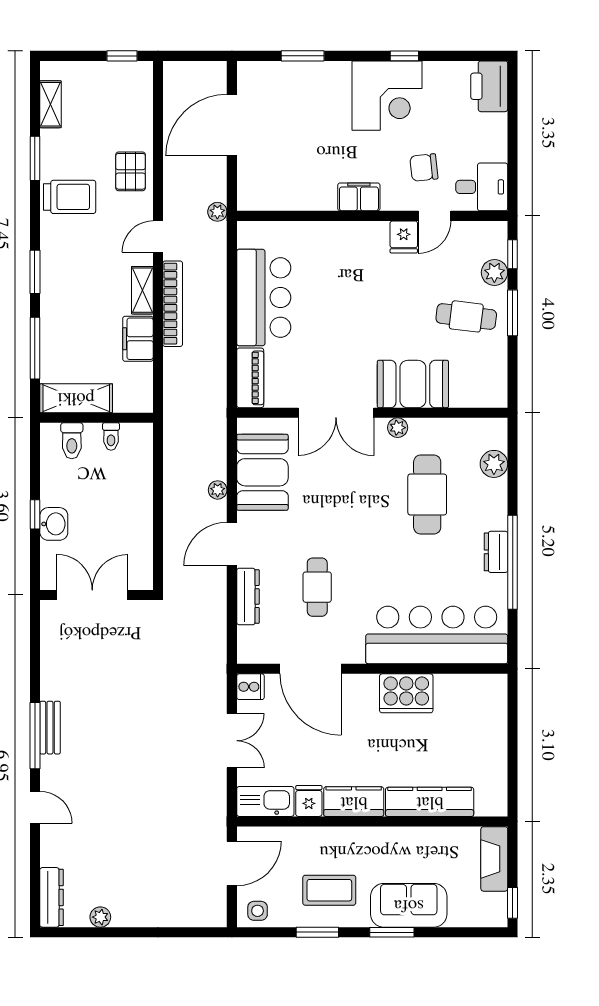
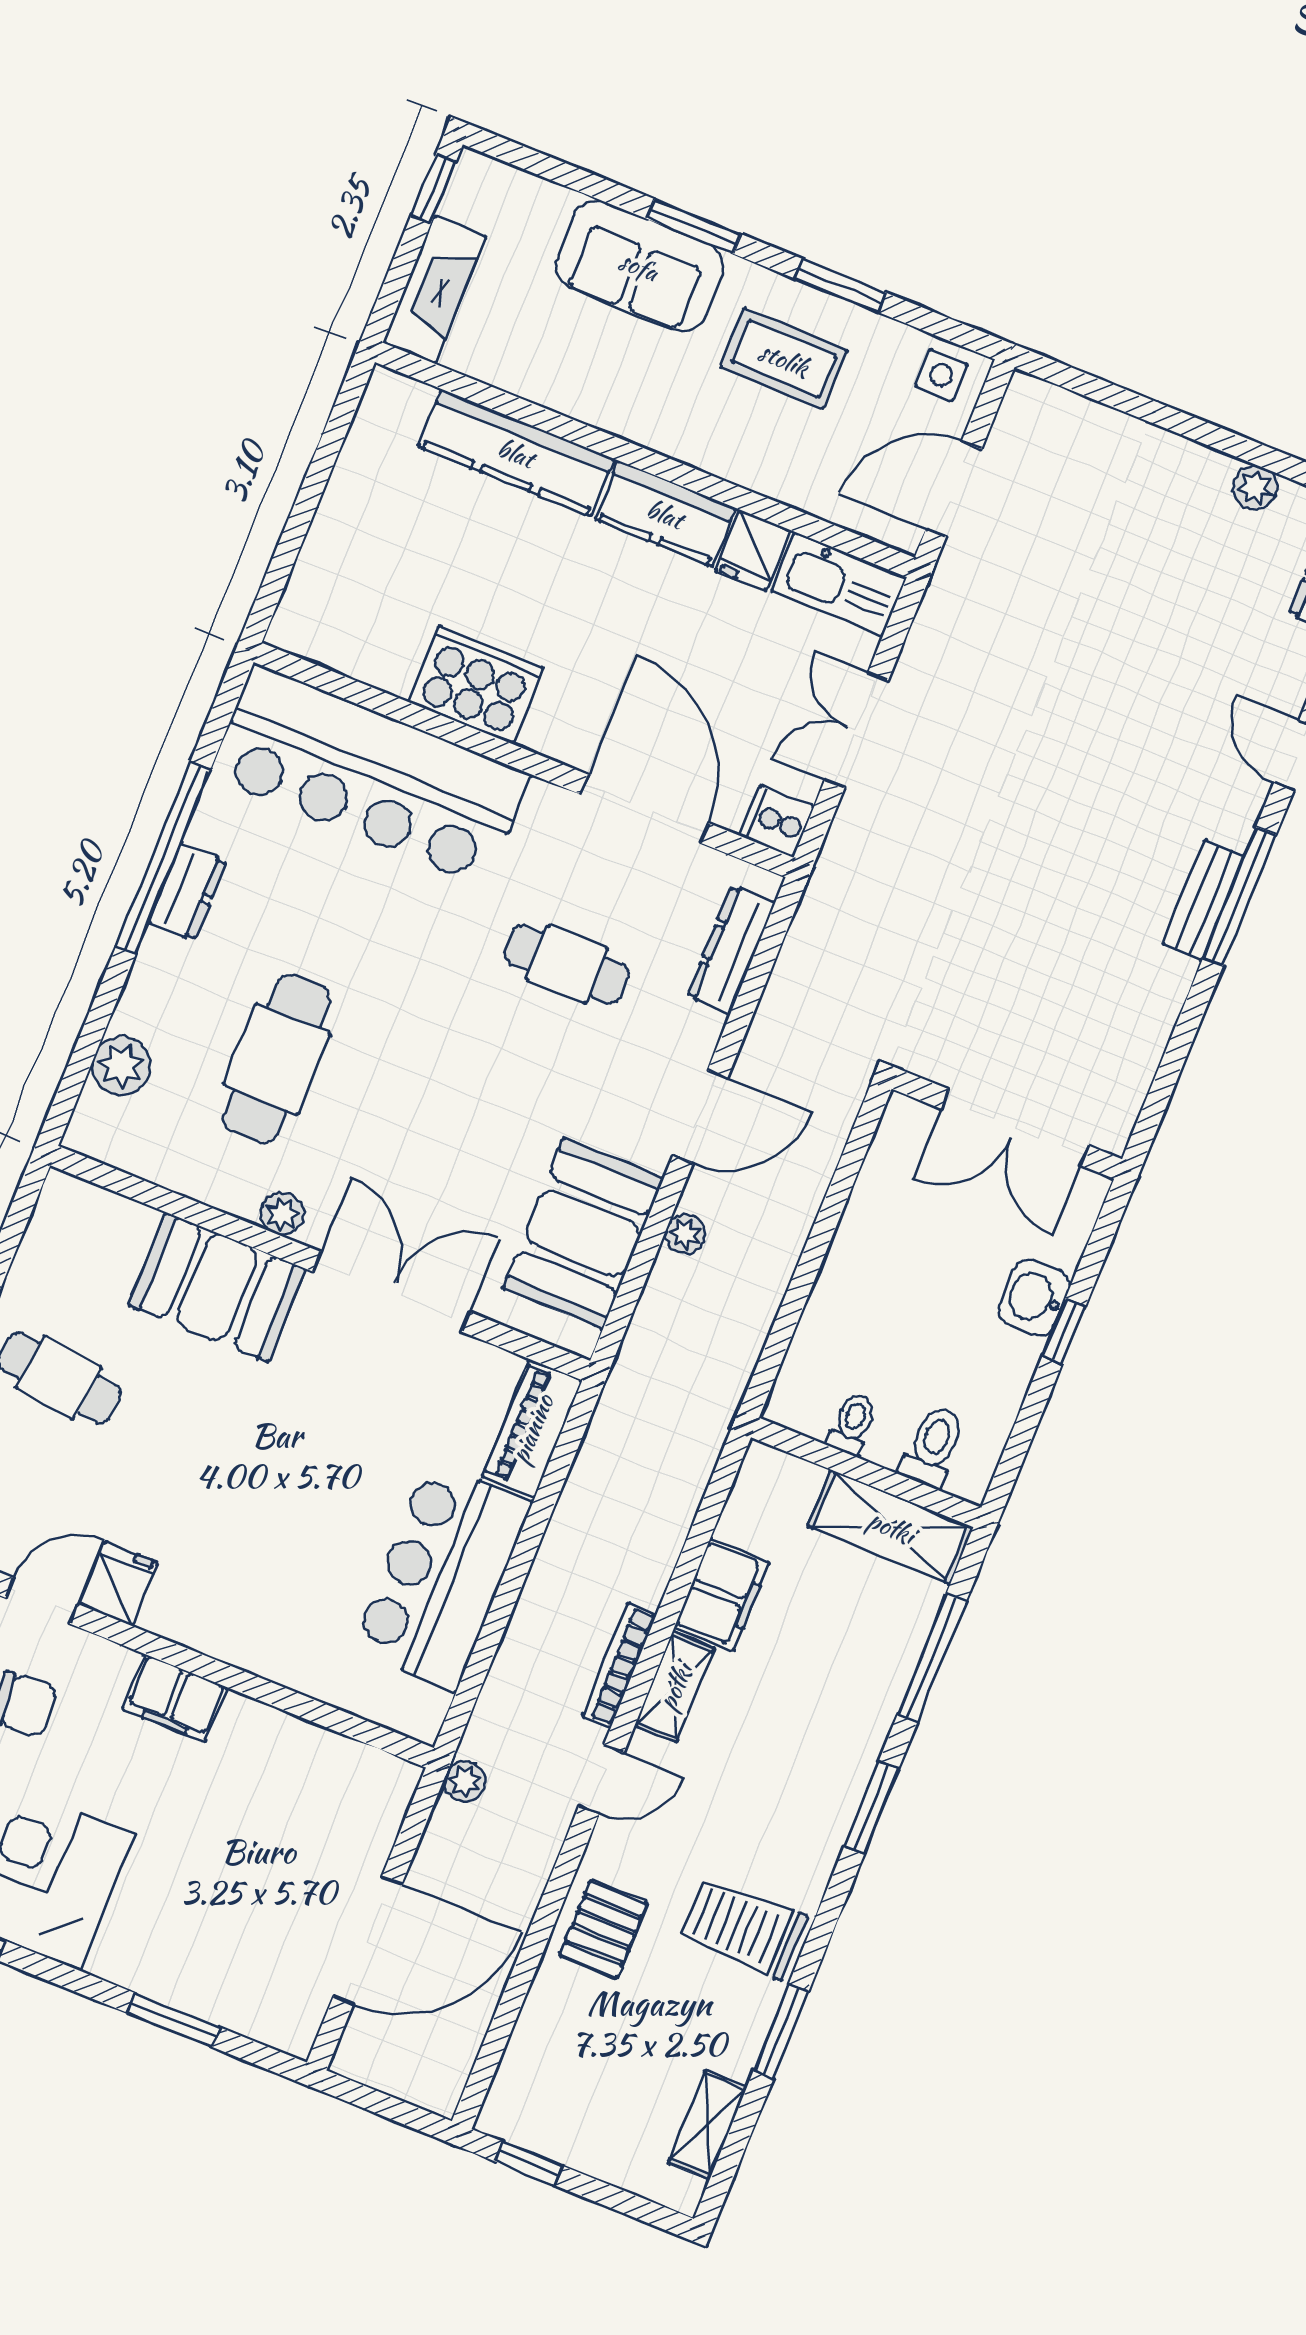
bookcase: (173, 304) -> (619, 1665), width x0.68, depth x0.76
cafe table: (317, 587) -> (567, 964), turned 90
dresser: (248, 597) -> (731, 949), moved

